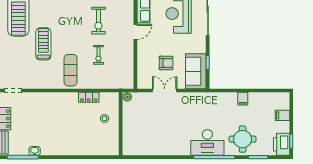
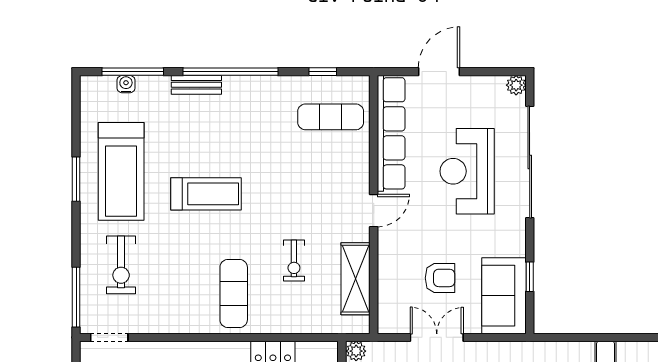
exercise bike: (99, 21) -> (121, 265), moved
treadmill: (43, 44) -> (206, 194), moved, turned 90
shelving: (127, 63) -> (356, 279), added

